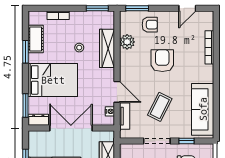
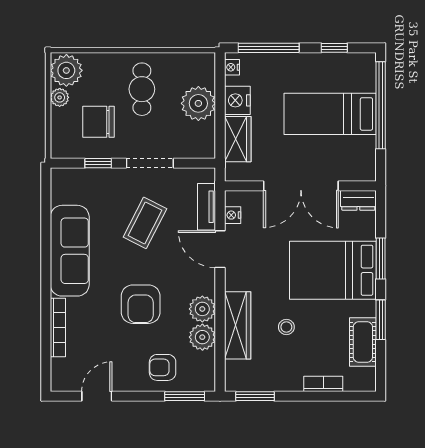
plant: (127, 58) -> (202, 309), added
window: (26, 105) -> (381, 258), moved
sofa: (203, 109) -> (70, 251), moved

